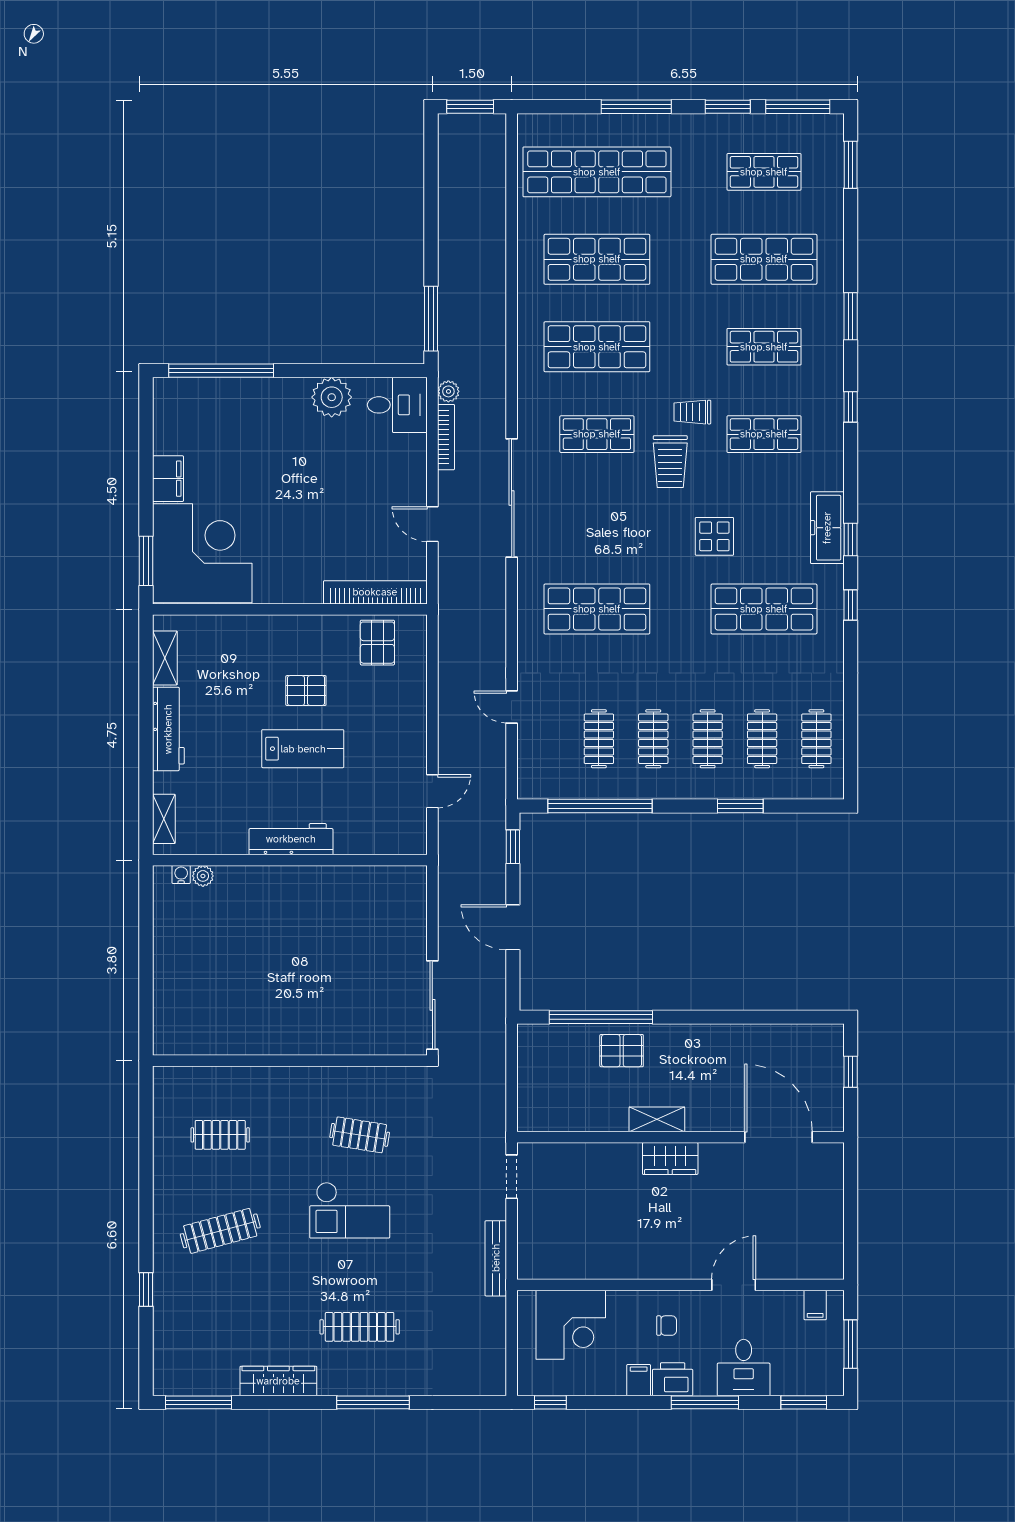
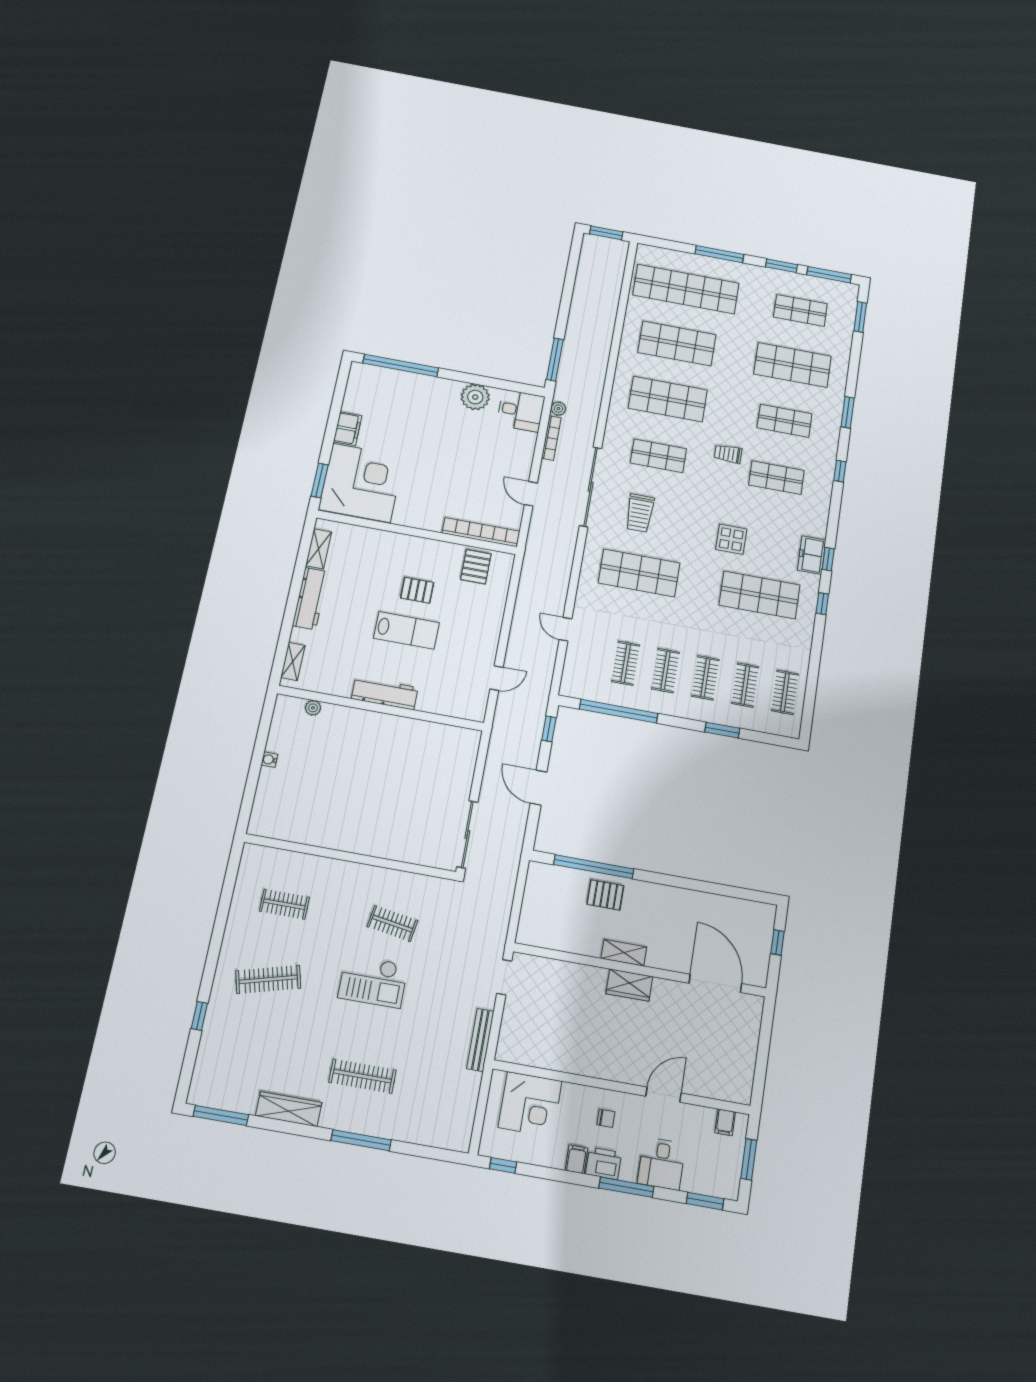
trolley: (670, 462) -> (640, 513), moved
freezer: (827, 528) -> (812, 555), width x0.71
water cooler: (181, 874) -> (269, 760), moved, turned -90

